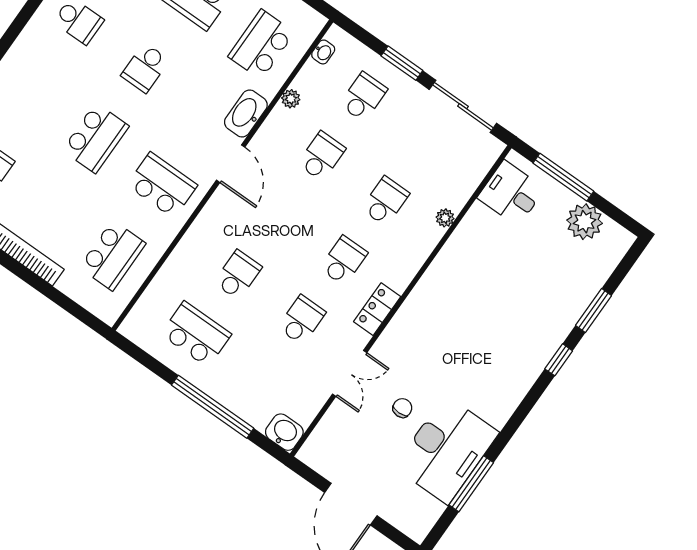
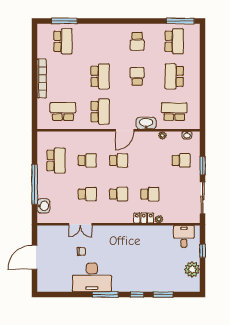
school desk: (145, 68) -> (137, 76), turned 90
school desk: (96, 138) -> (100, 76), turned -90
school desk: (322, 156) -> (119, 160), moved
window: (563, 177) -> (203, 251), width x0.46
school desk: (112, 255) -> (63, 112), turned 180
locker: (377, 309) -> (144, 218), moved
washbasin: (284, 432) -> (43, 206), moved
desk: (446, 450) -> (92, 277), moved
window: (471, 484) -> (105, 295), moved

